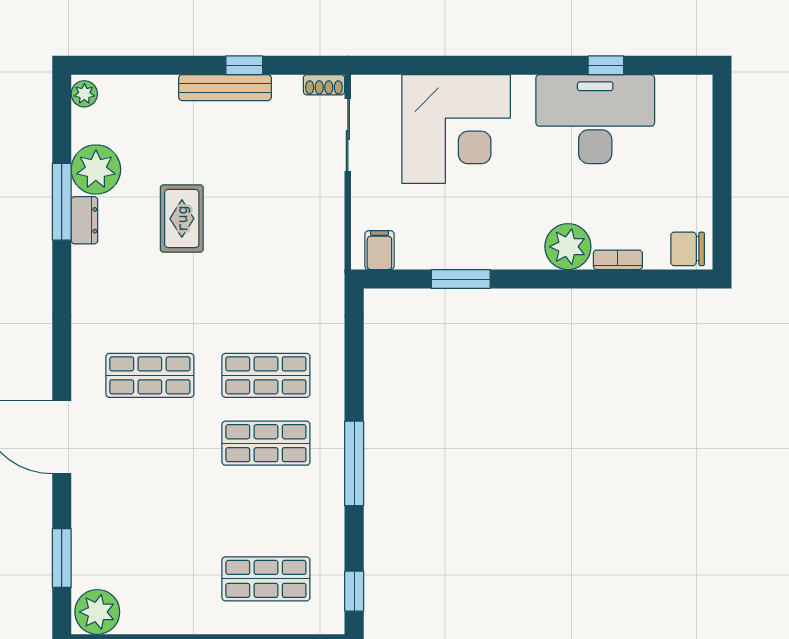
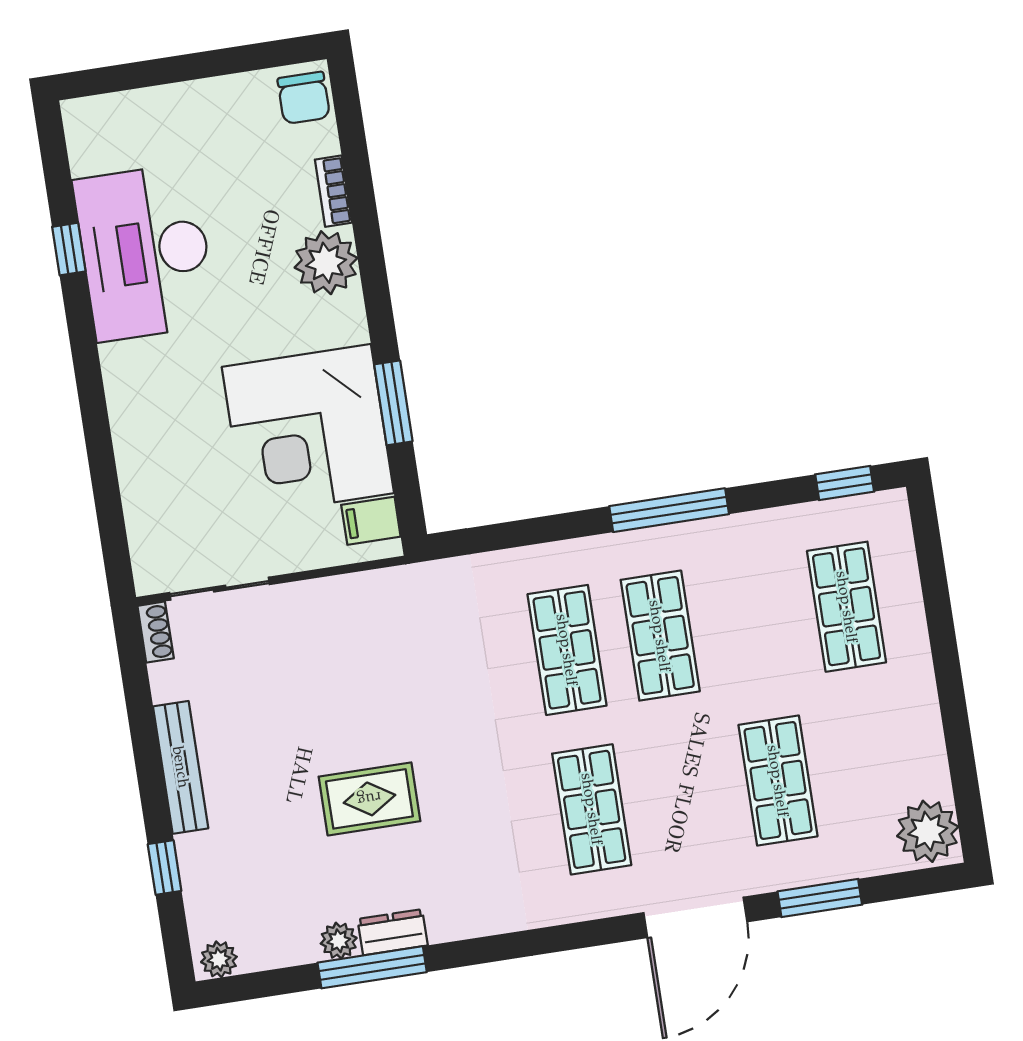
window: (244, 65) -> (165, 867), moved
corner desk: (456, 129) -> (308, 430), moved, turned 180
plant: (96, 169) -> (339, 941), width x0.53, depth x0.53
shop shelf: (150, 511) -> (778, 781), added
window: (62, 558) -> (820, 898), moved

